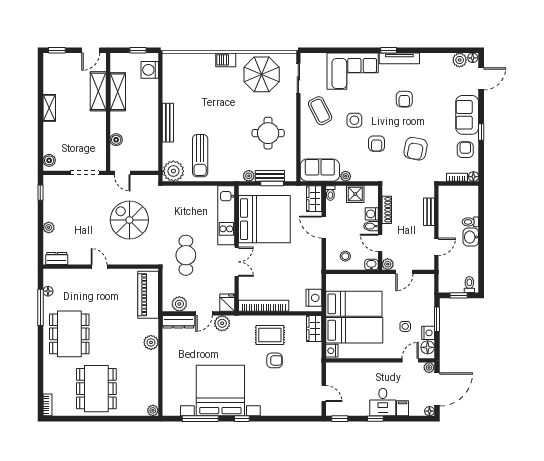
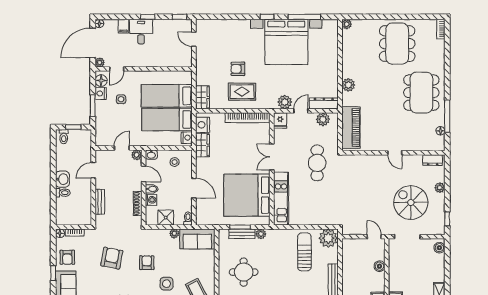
wardrobe: (314, 199) -> (202, 145), moved
spiral stairs: (129, 220) -> (411, 202), moved, turned 180
nightstand: (332, 351) -> (187, 138), moved

